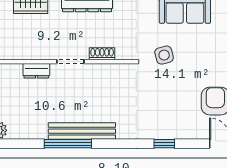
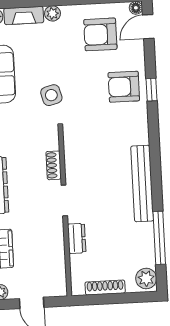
armchair: (168, 119) -> (124, 87), added
window: (68, 144) -> (159, 238), moved

